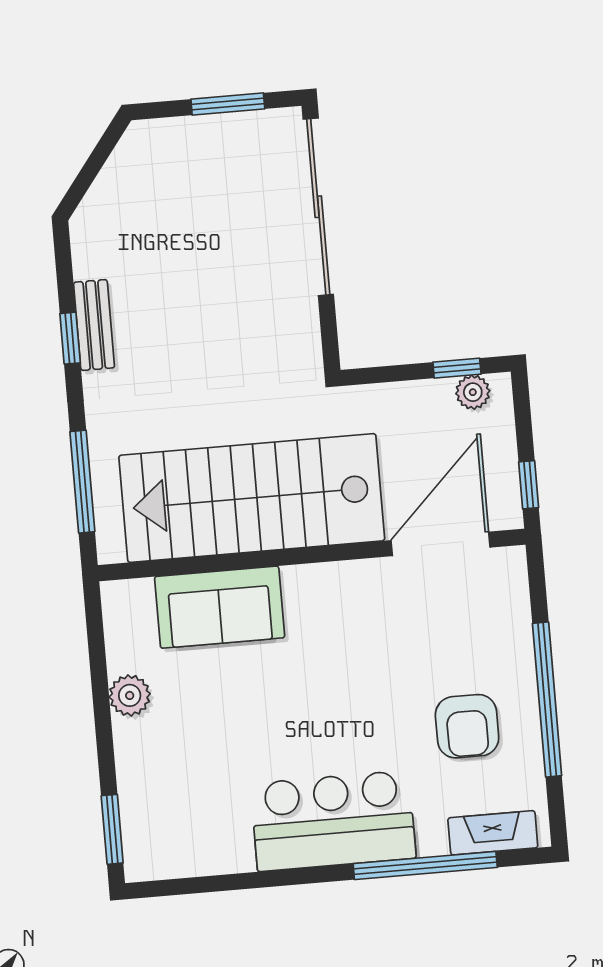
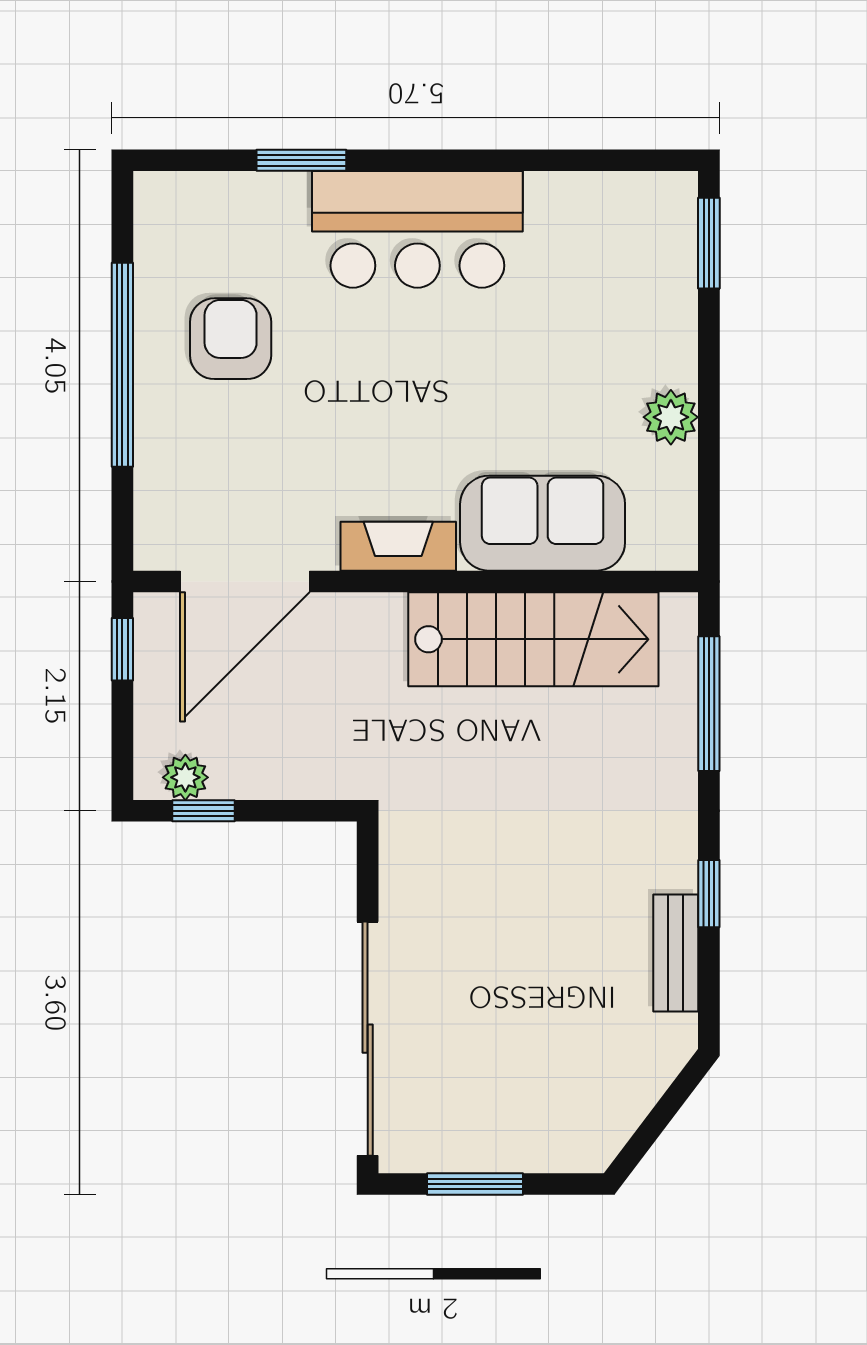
bench: (94, 325) -> (676, 953), moved
stairs: (252, 498) -> (533, 639), width x0.73, depth x0.66
fireplace: (493, 833) -> (398, 546), moved, turned 180
window: (425, 865) -> (301, 160), width x0.47

